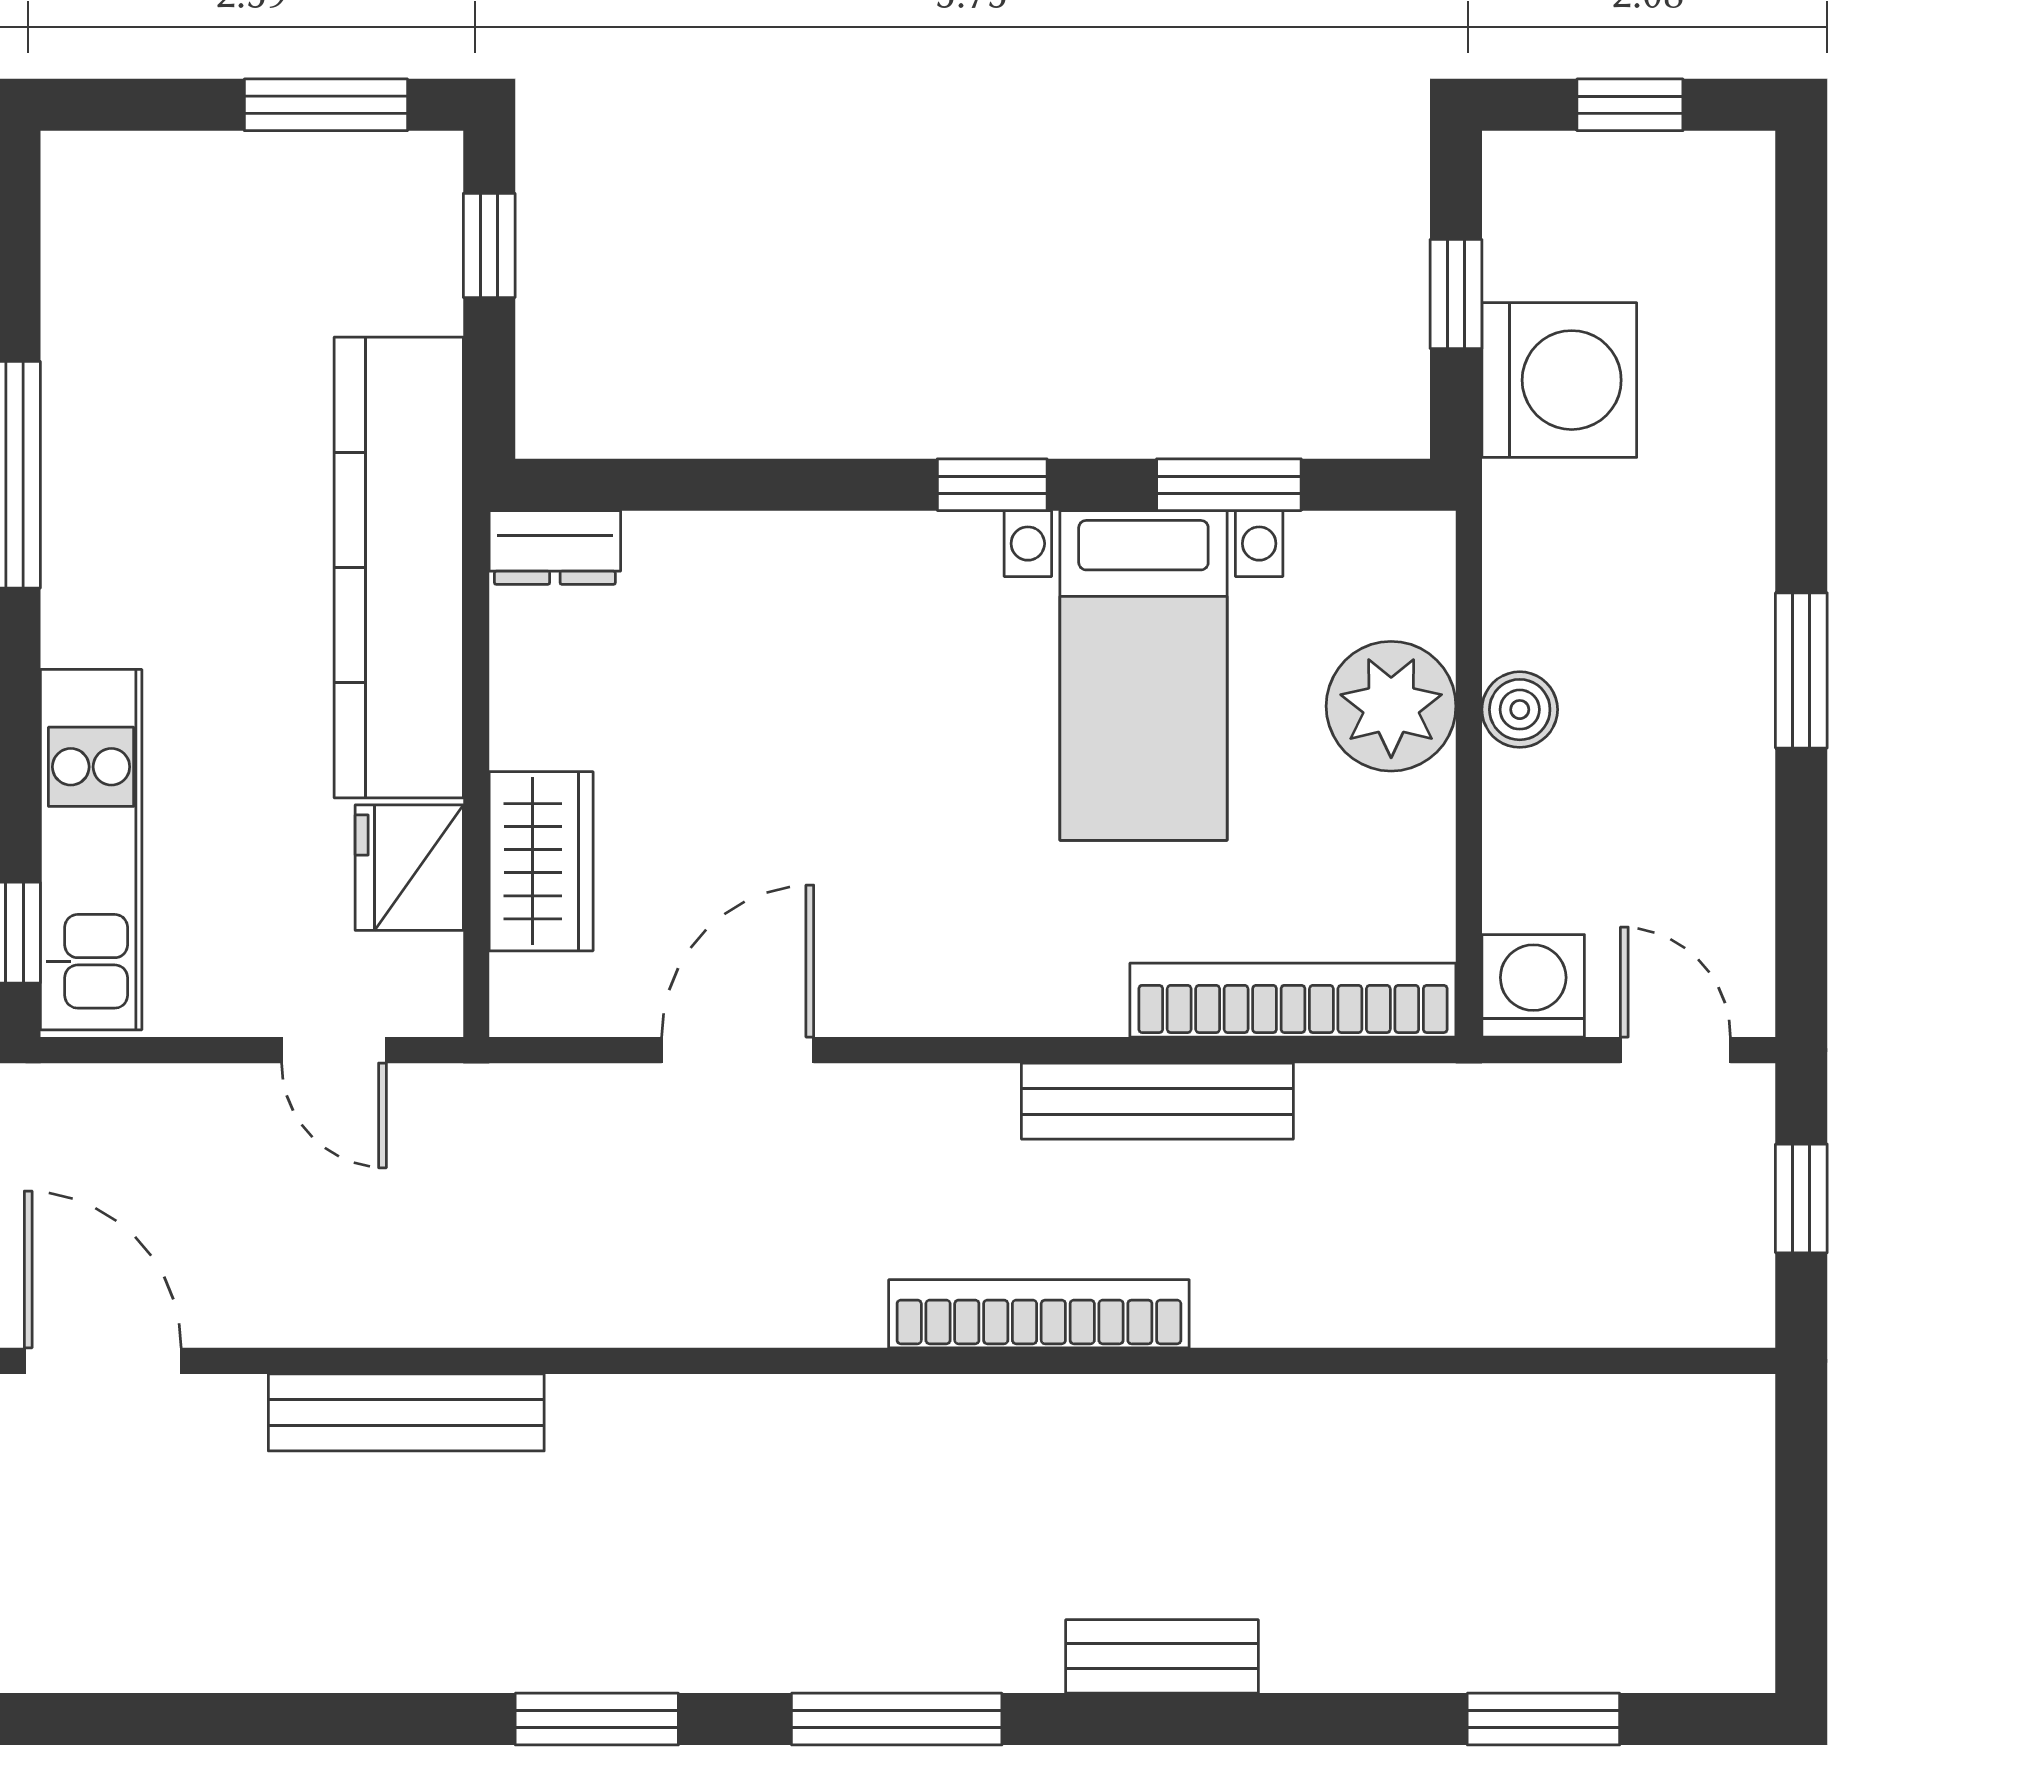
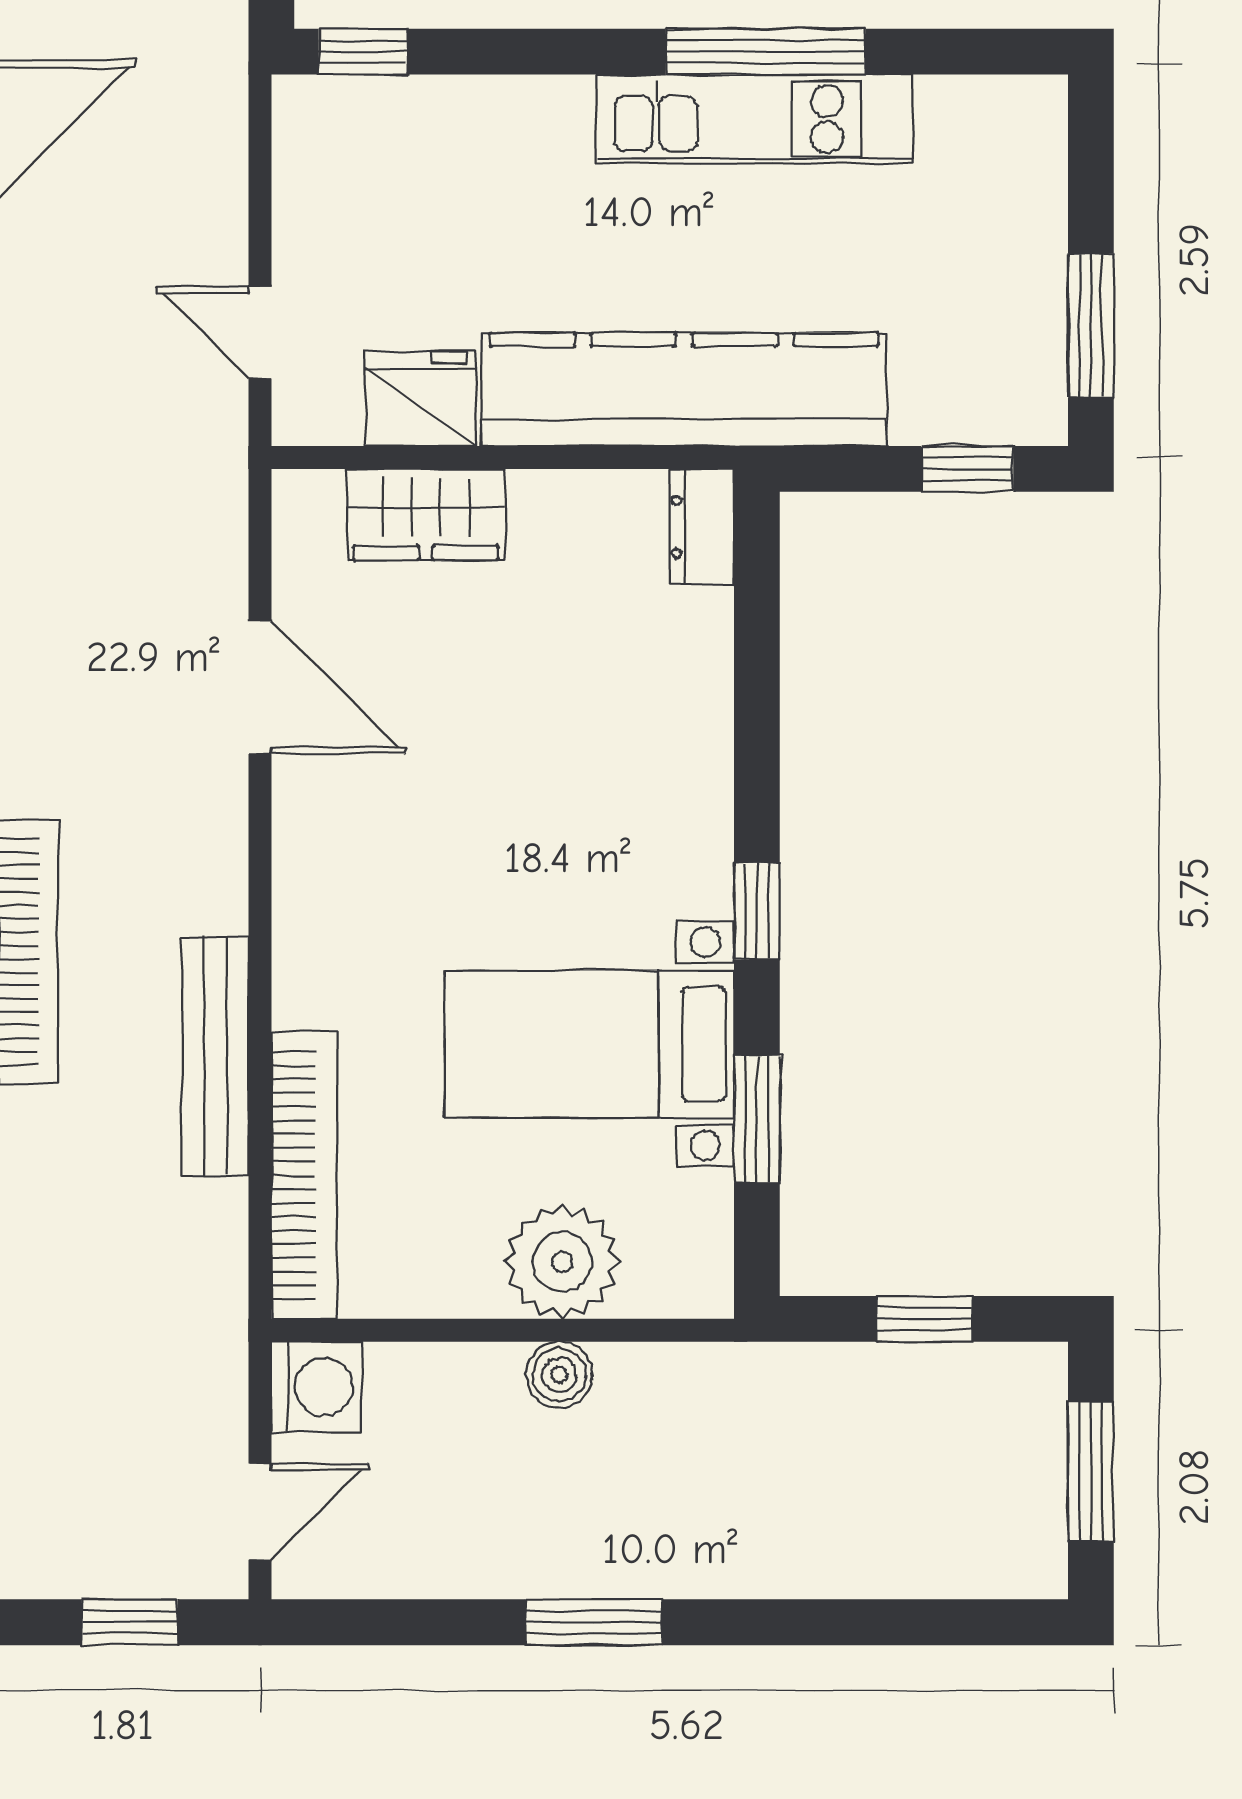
window: (1630, 105) -> (1091, 1472), width x1.50
washing machine: (1559, 380) -> (849, 1410), removed
kitchen unit: (91, 850) -> (754, 119), moved
door: (334, 1050) -> (260, 333), hinge flipped

